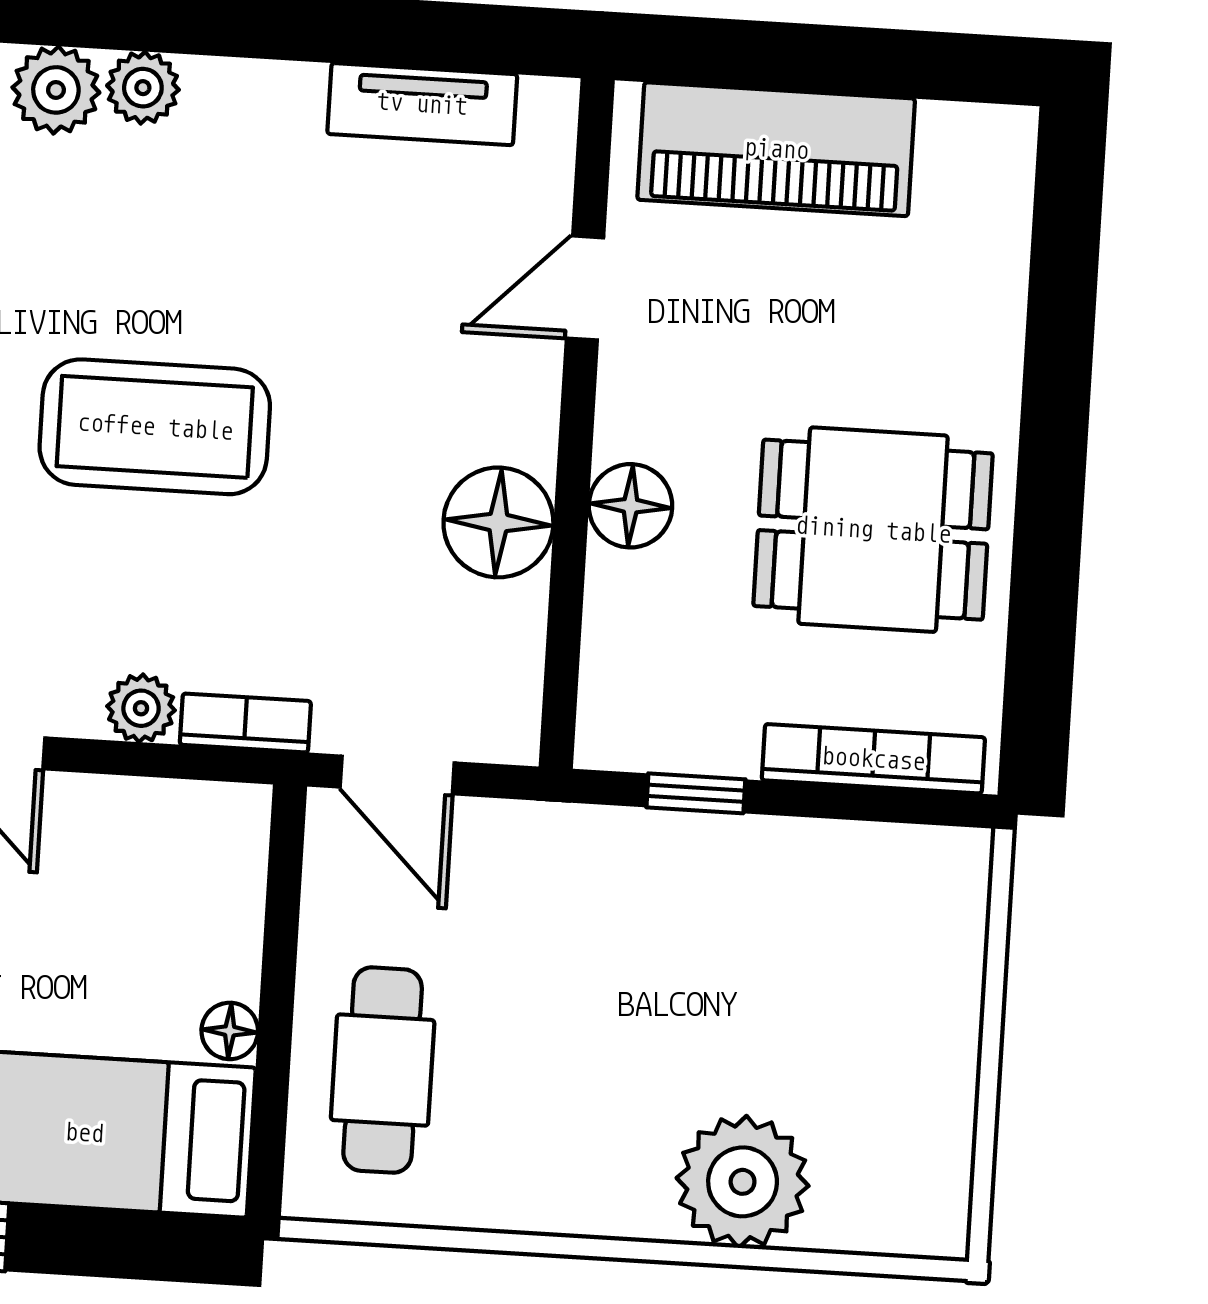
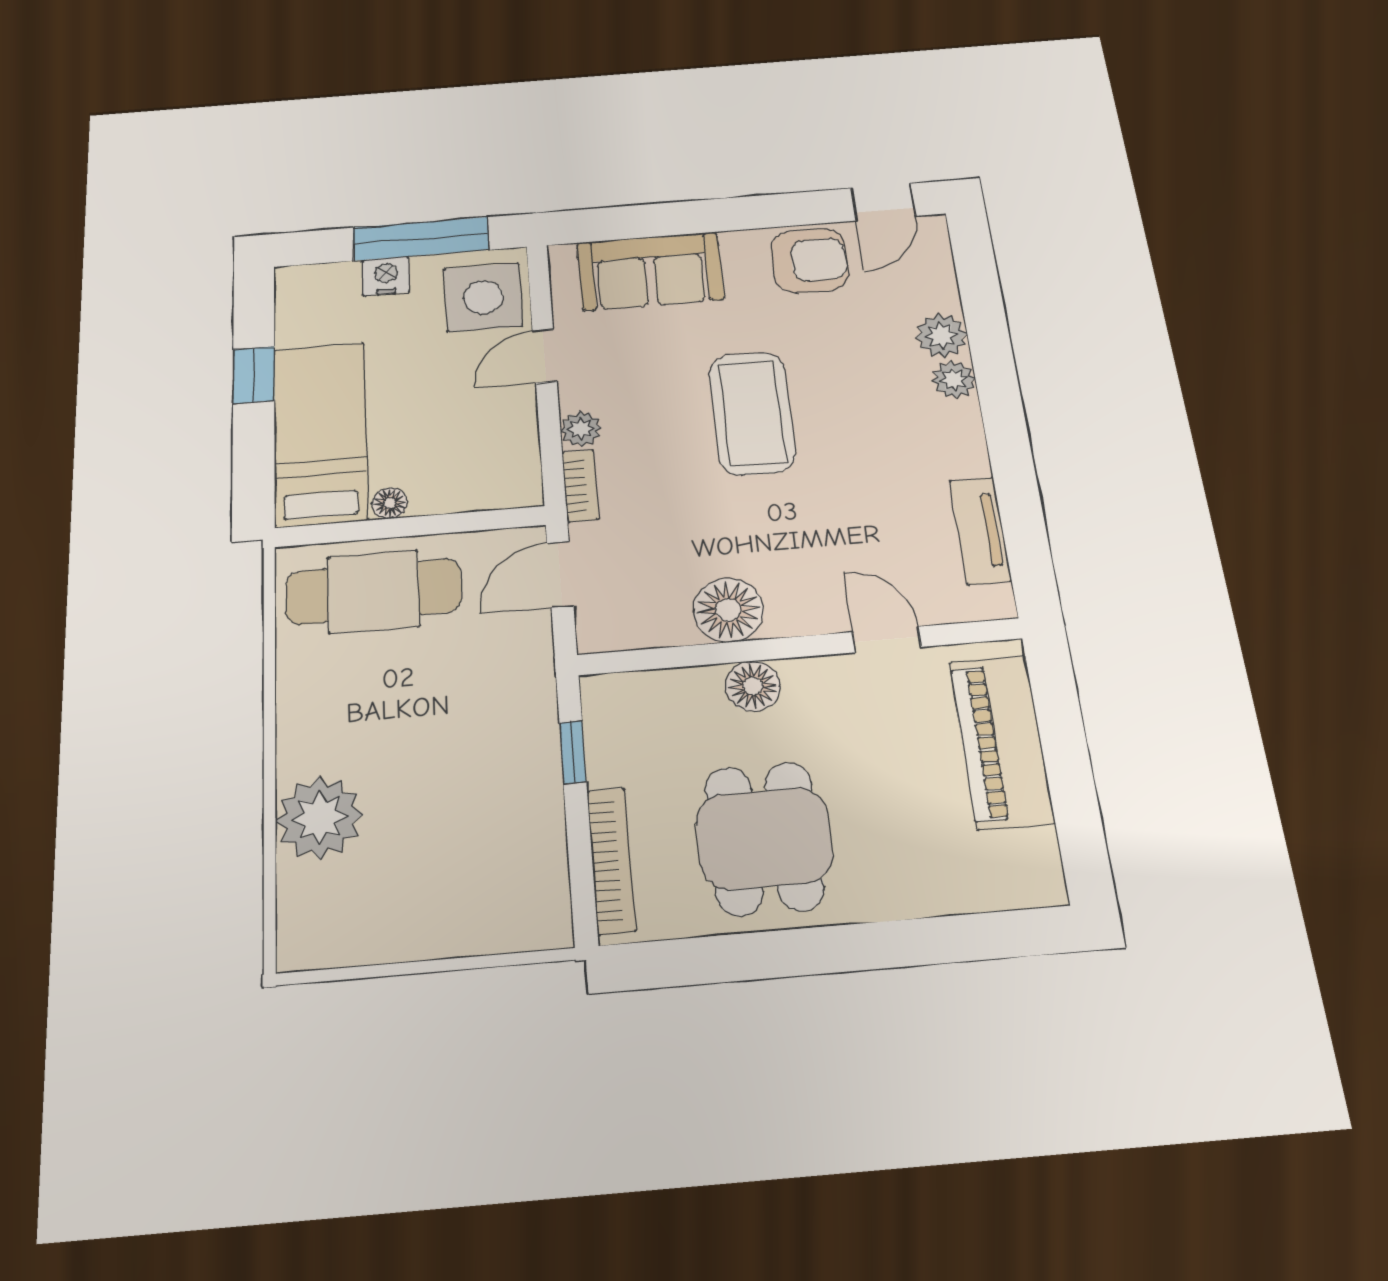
cafe table: (383, 1070) -> (374, 592), width x1.37, depth x1.35

